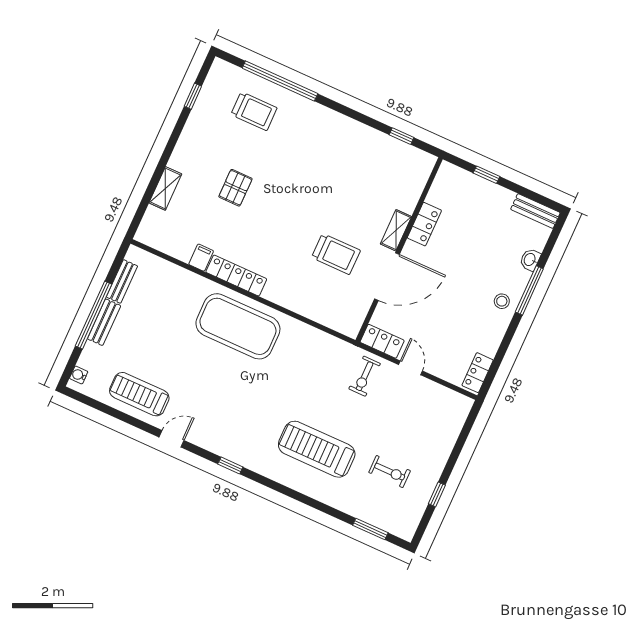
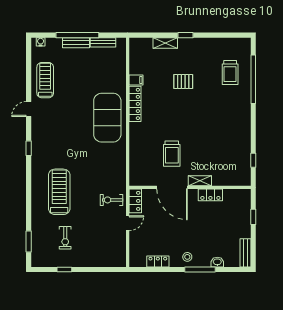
window: (193, 96) -> (185, 35), moved
locker: (478, 373) -> (158, 261), moved
door: (171, 439) -> (29, 109), swing flipped

